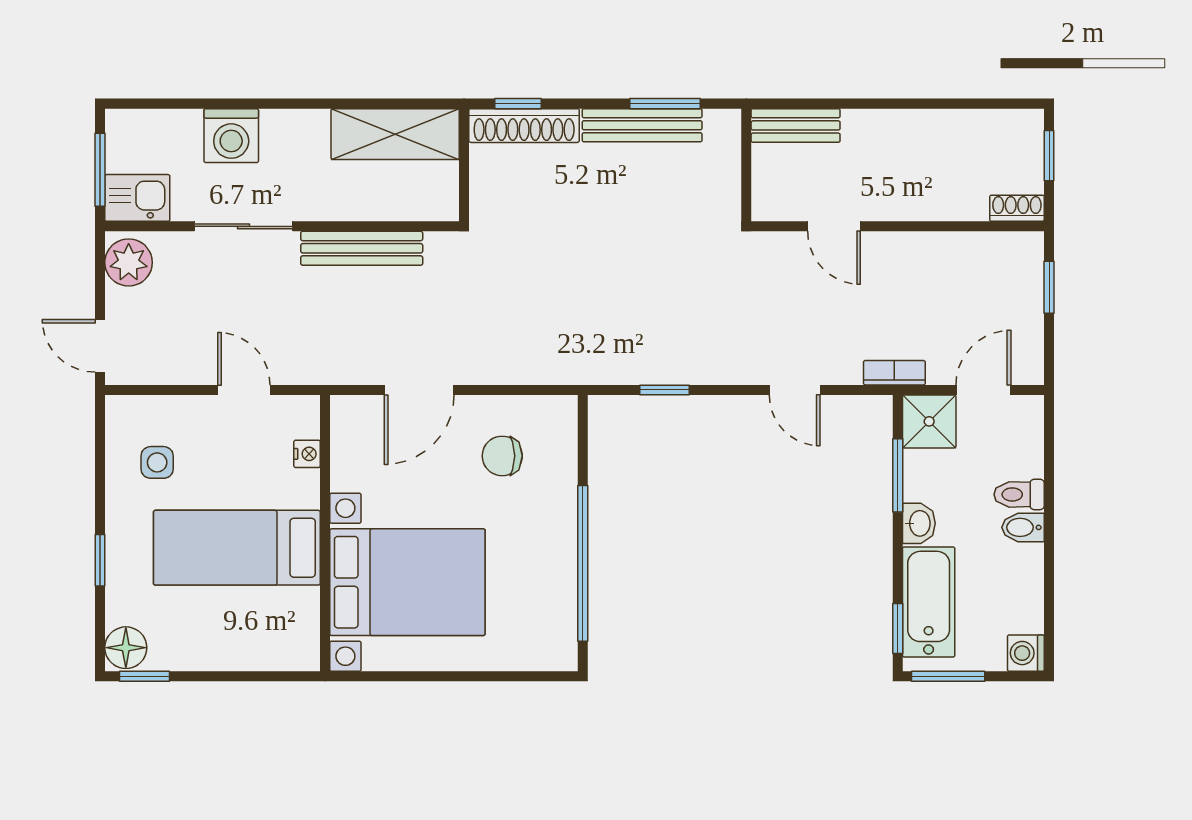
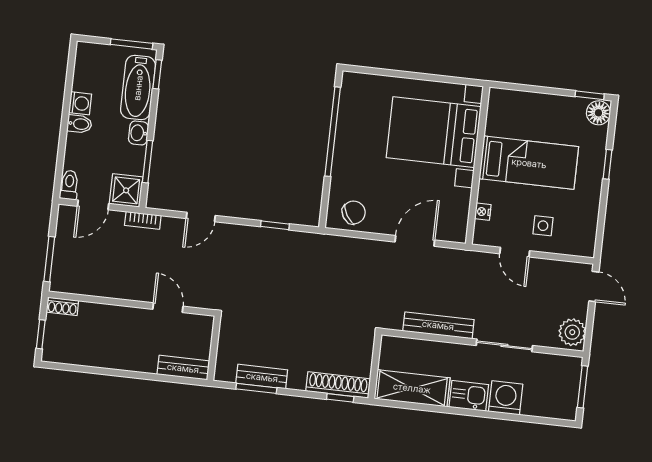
bench: (642, 125) -> (262, 377), width x0.73
kitchen sink: (137, 198) -> (469, 396), moved, turned 180
window: (1049, 287) -> (49, 259), width x1.50
door: (795, 390) -> (201, 217), swing flipped
chair: (502, 456) -> (354, 212), moved, turned -31
side table: (157, 462) -> (543, 226), moved
toilet: (1019, 494) -> (69, 185), moved, turned -90
washing machine: (1026, 653) -> (80, 103), moved

